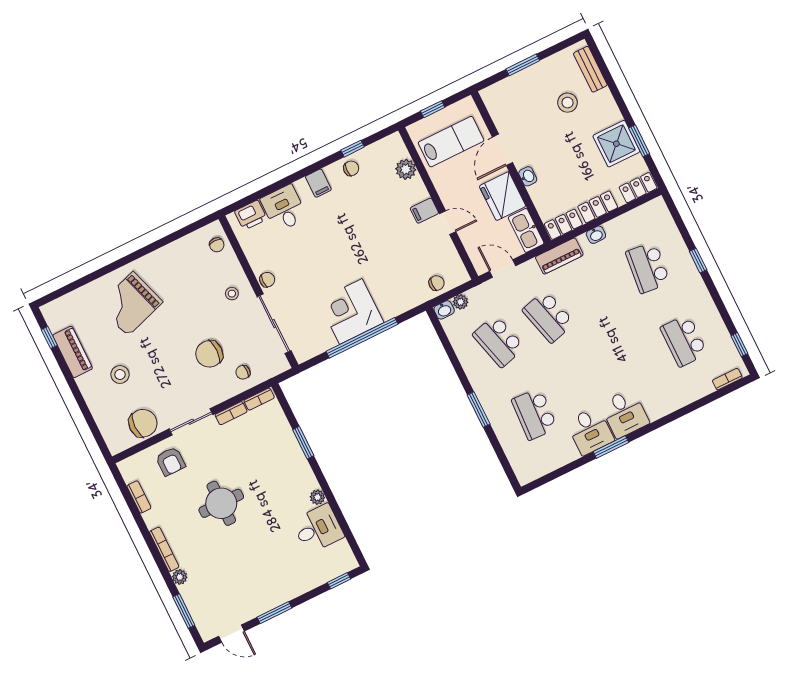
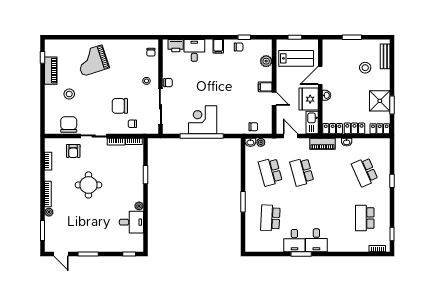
school desk: (648, 268) -> (365, 172), turned -30
chair: (143, 423) -> (69, 125), turned -90

